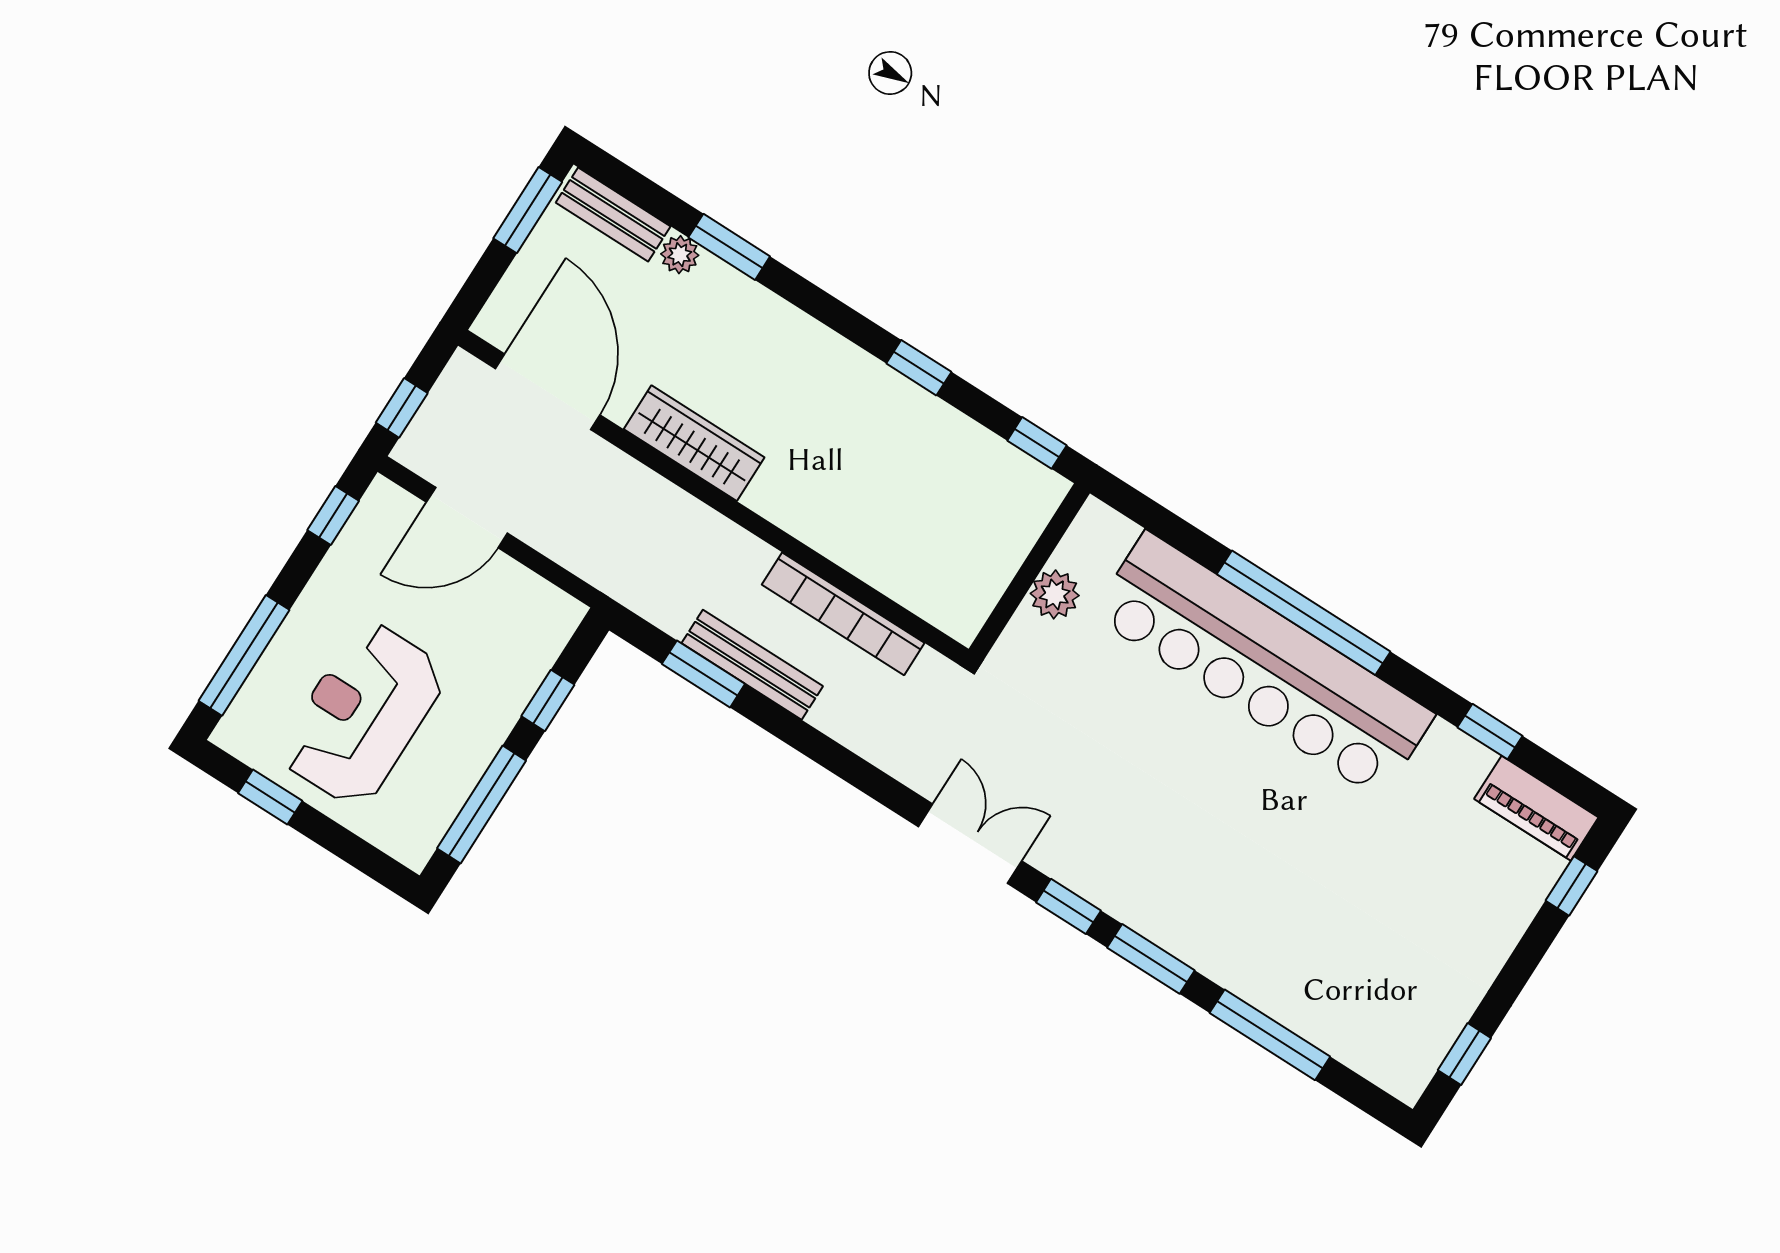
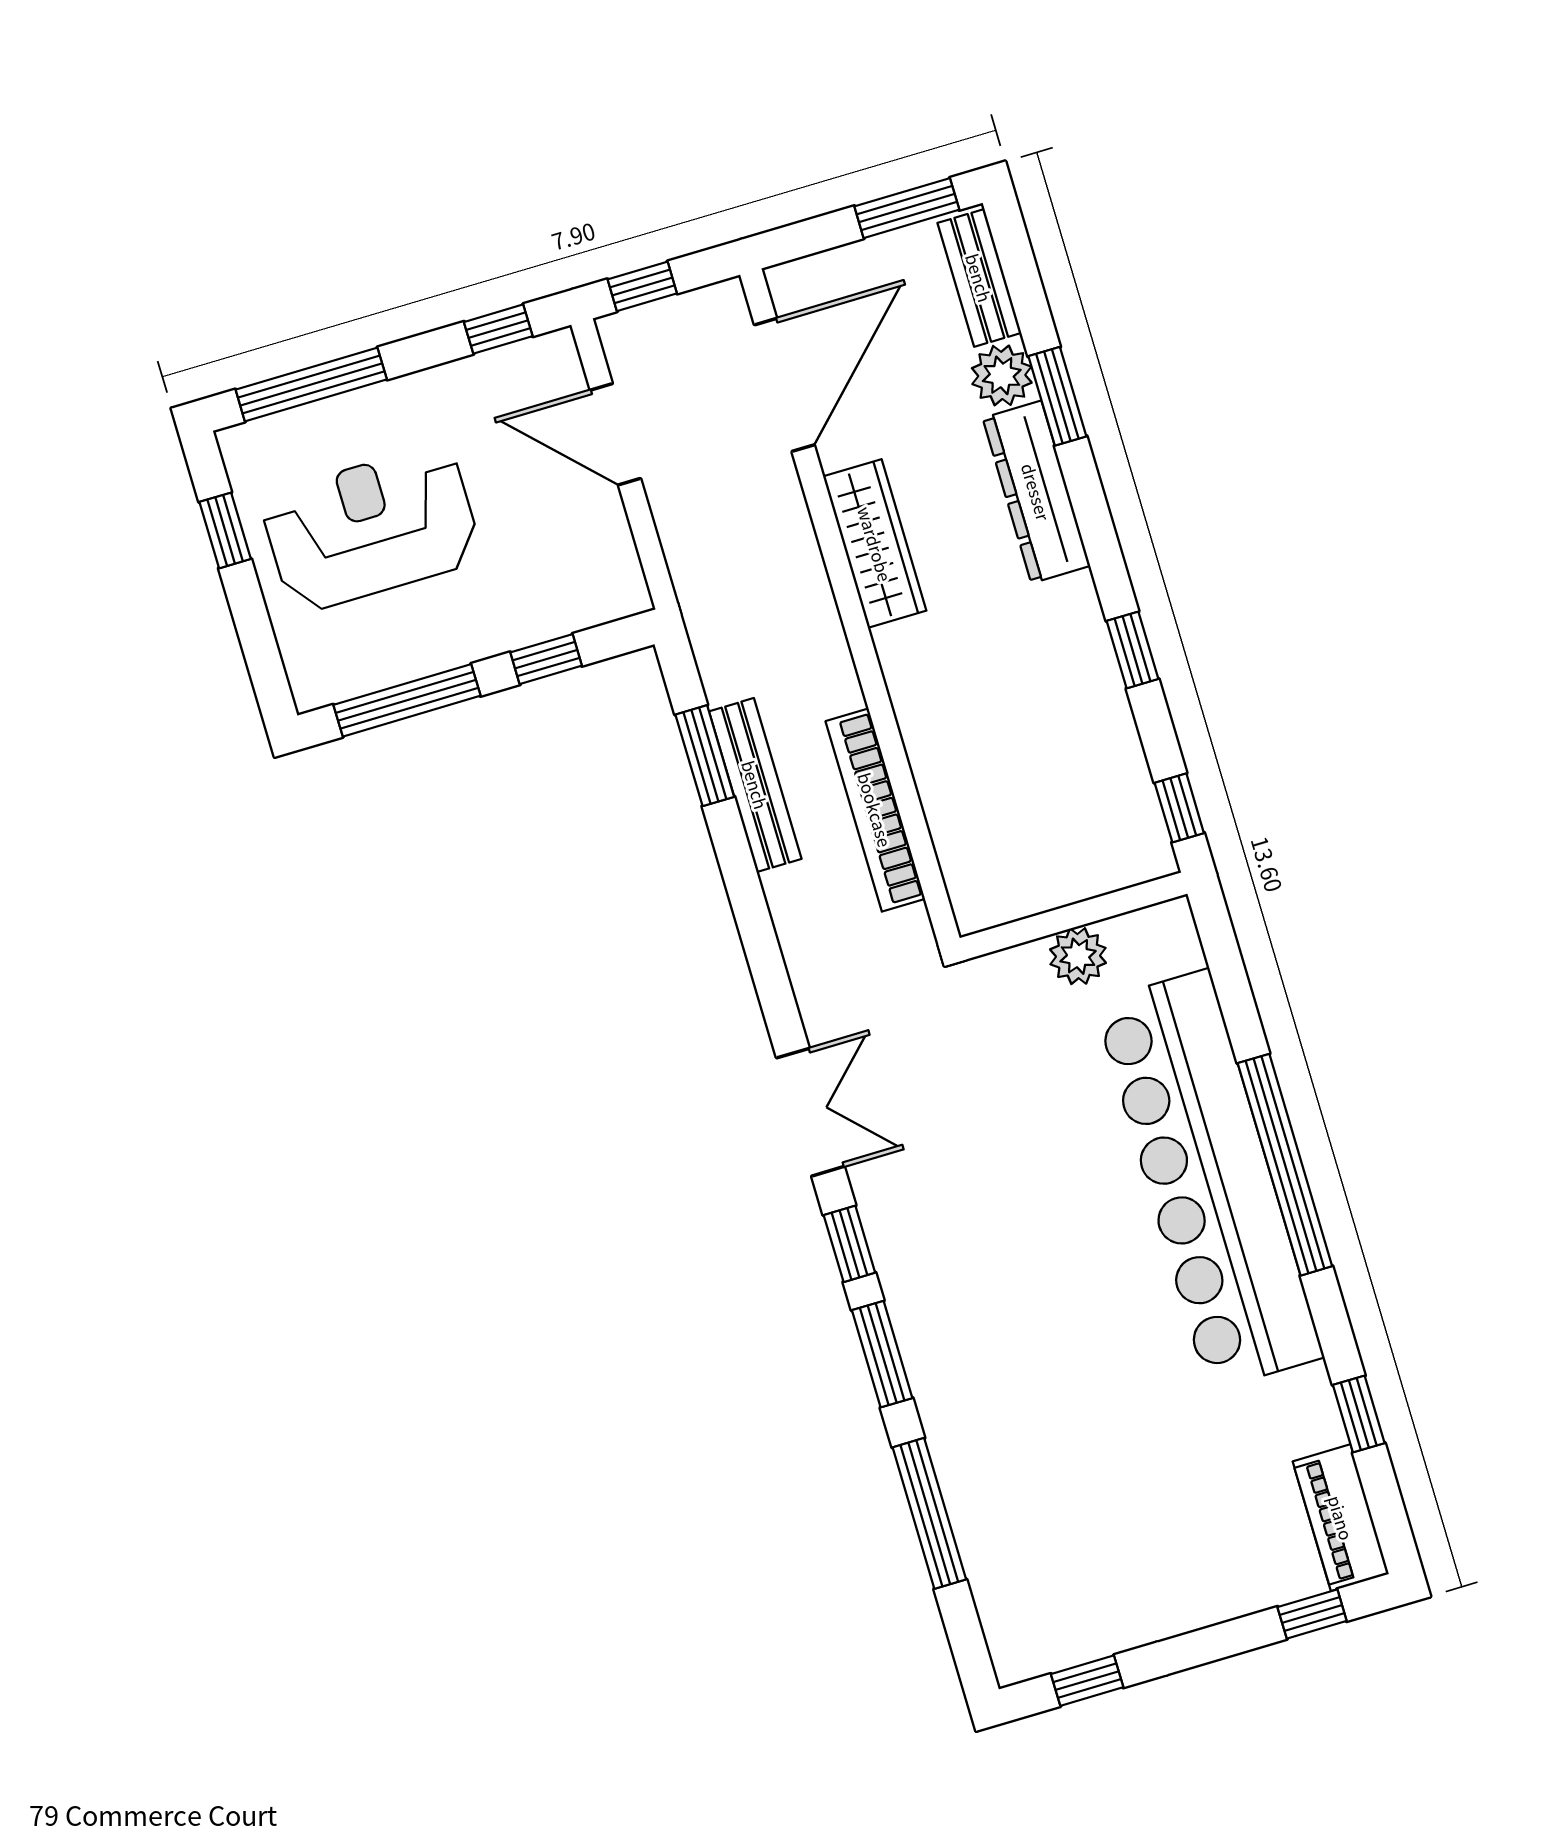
plant: (680, 255) -> (1002, 375), width x1.38, depth x1.38
dresser: (769, 320) -> (1036, 492), added

